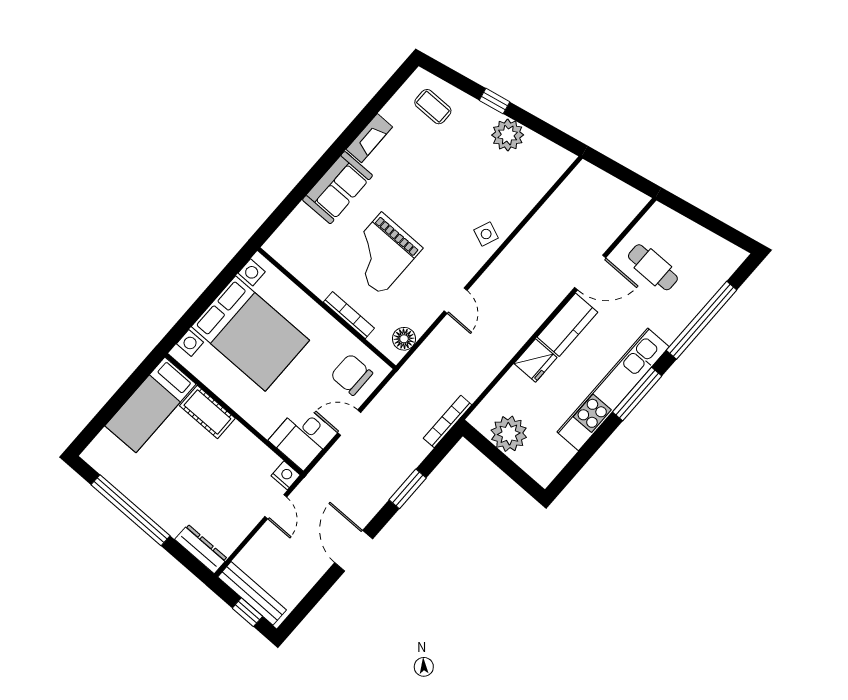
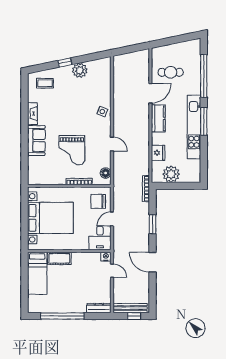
fridge: (536, 360) -> (158, 153), moved

